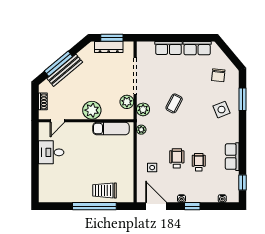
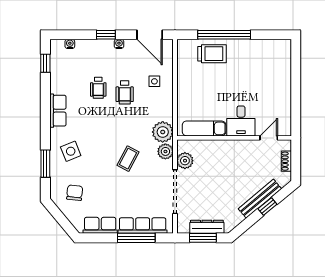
window: (167, 38) -> (136, 238), added
row of seats: (168, 48) -> (143, 226), width x1.48
window: (58, 64) -> (267, 207), width x0.46
plant: (92, 110) -> (227, 150), removed
plant: (141, 130) -> (163, 132), width x1.88, depth x1.88
desk: (51, 152) -> (241, 121), moved, turned 90
row of seats: (232, 157) -> (58, 111), moved

